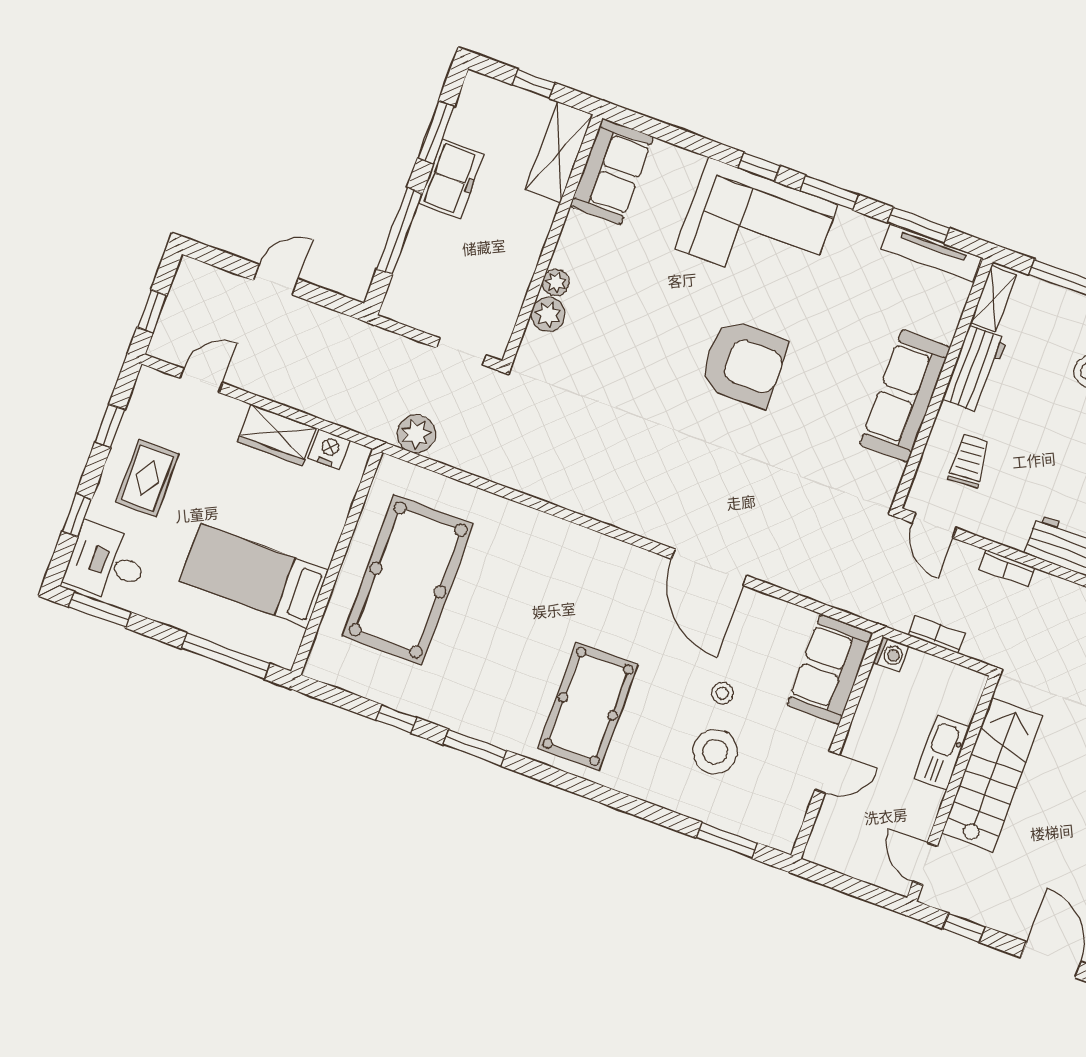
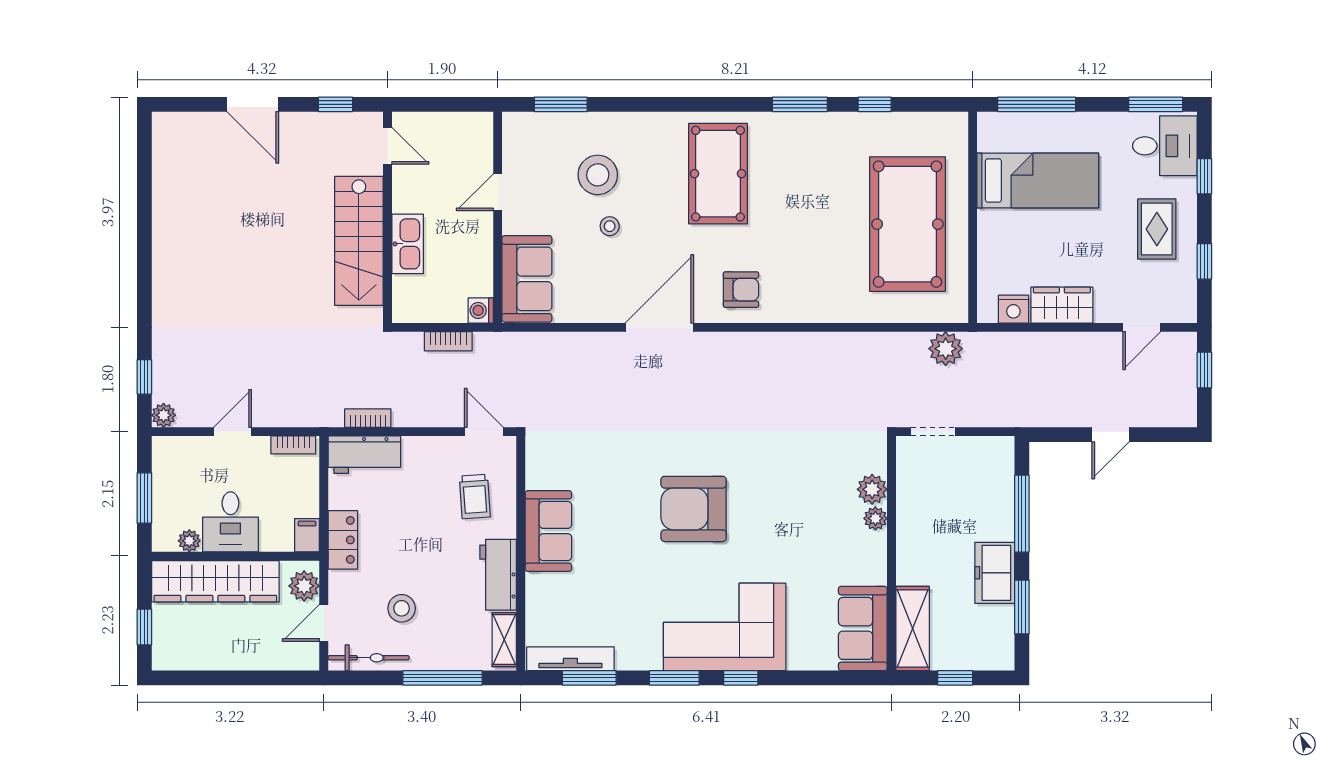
sofa: (905, 396) -> (548, 531), width x0.73
door: (709, 567) -> (659, 327), hinge flipped
bookcase: (1007, 568) -> (368, 418), moved
armchair: (609, 575) -> (741, 290), added

